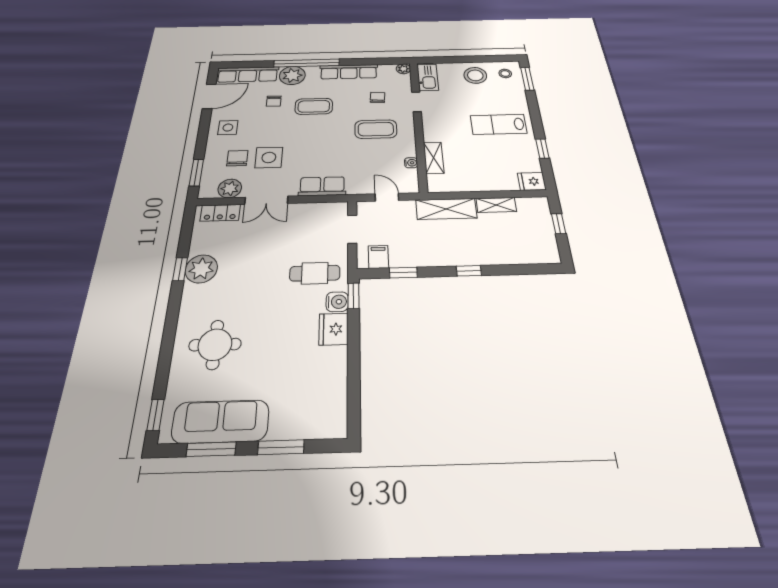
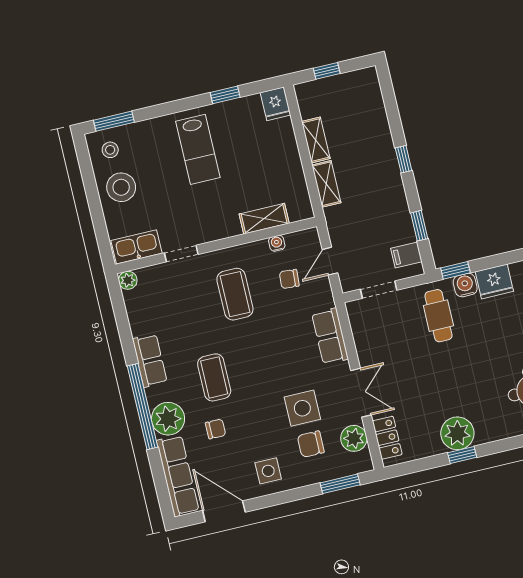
row of seats: (349, 72) -> (150, 361), width x0.68
chair: (378, 97) -> (289, 279), moved
shelving: (446, 209) -> (326, 184), width x0.67, depth x0.75

